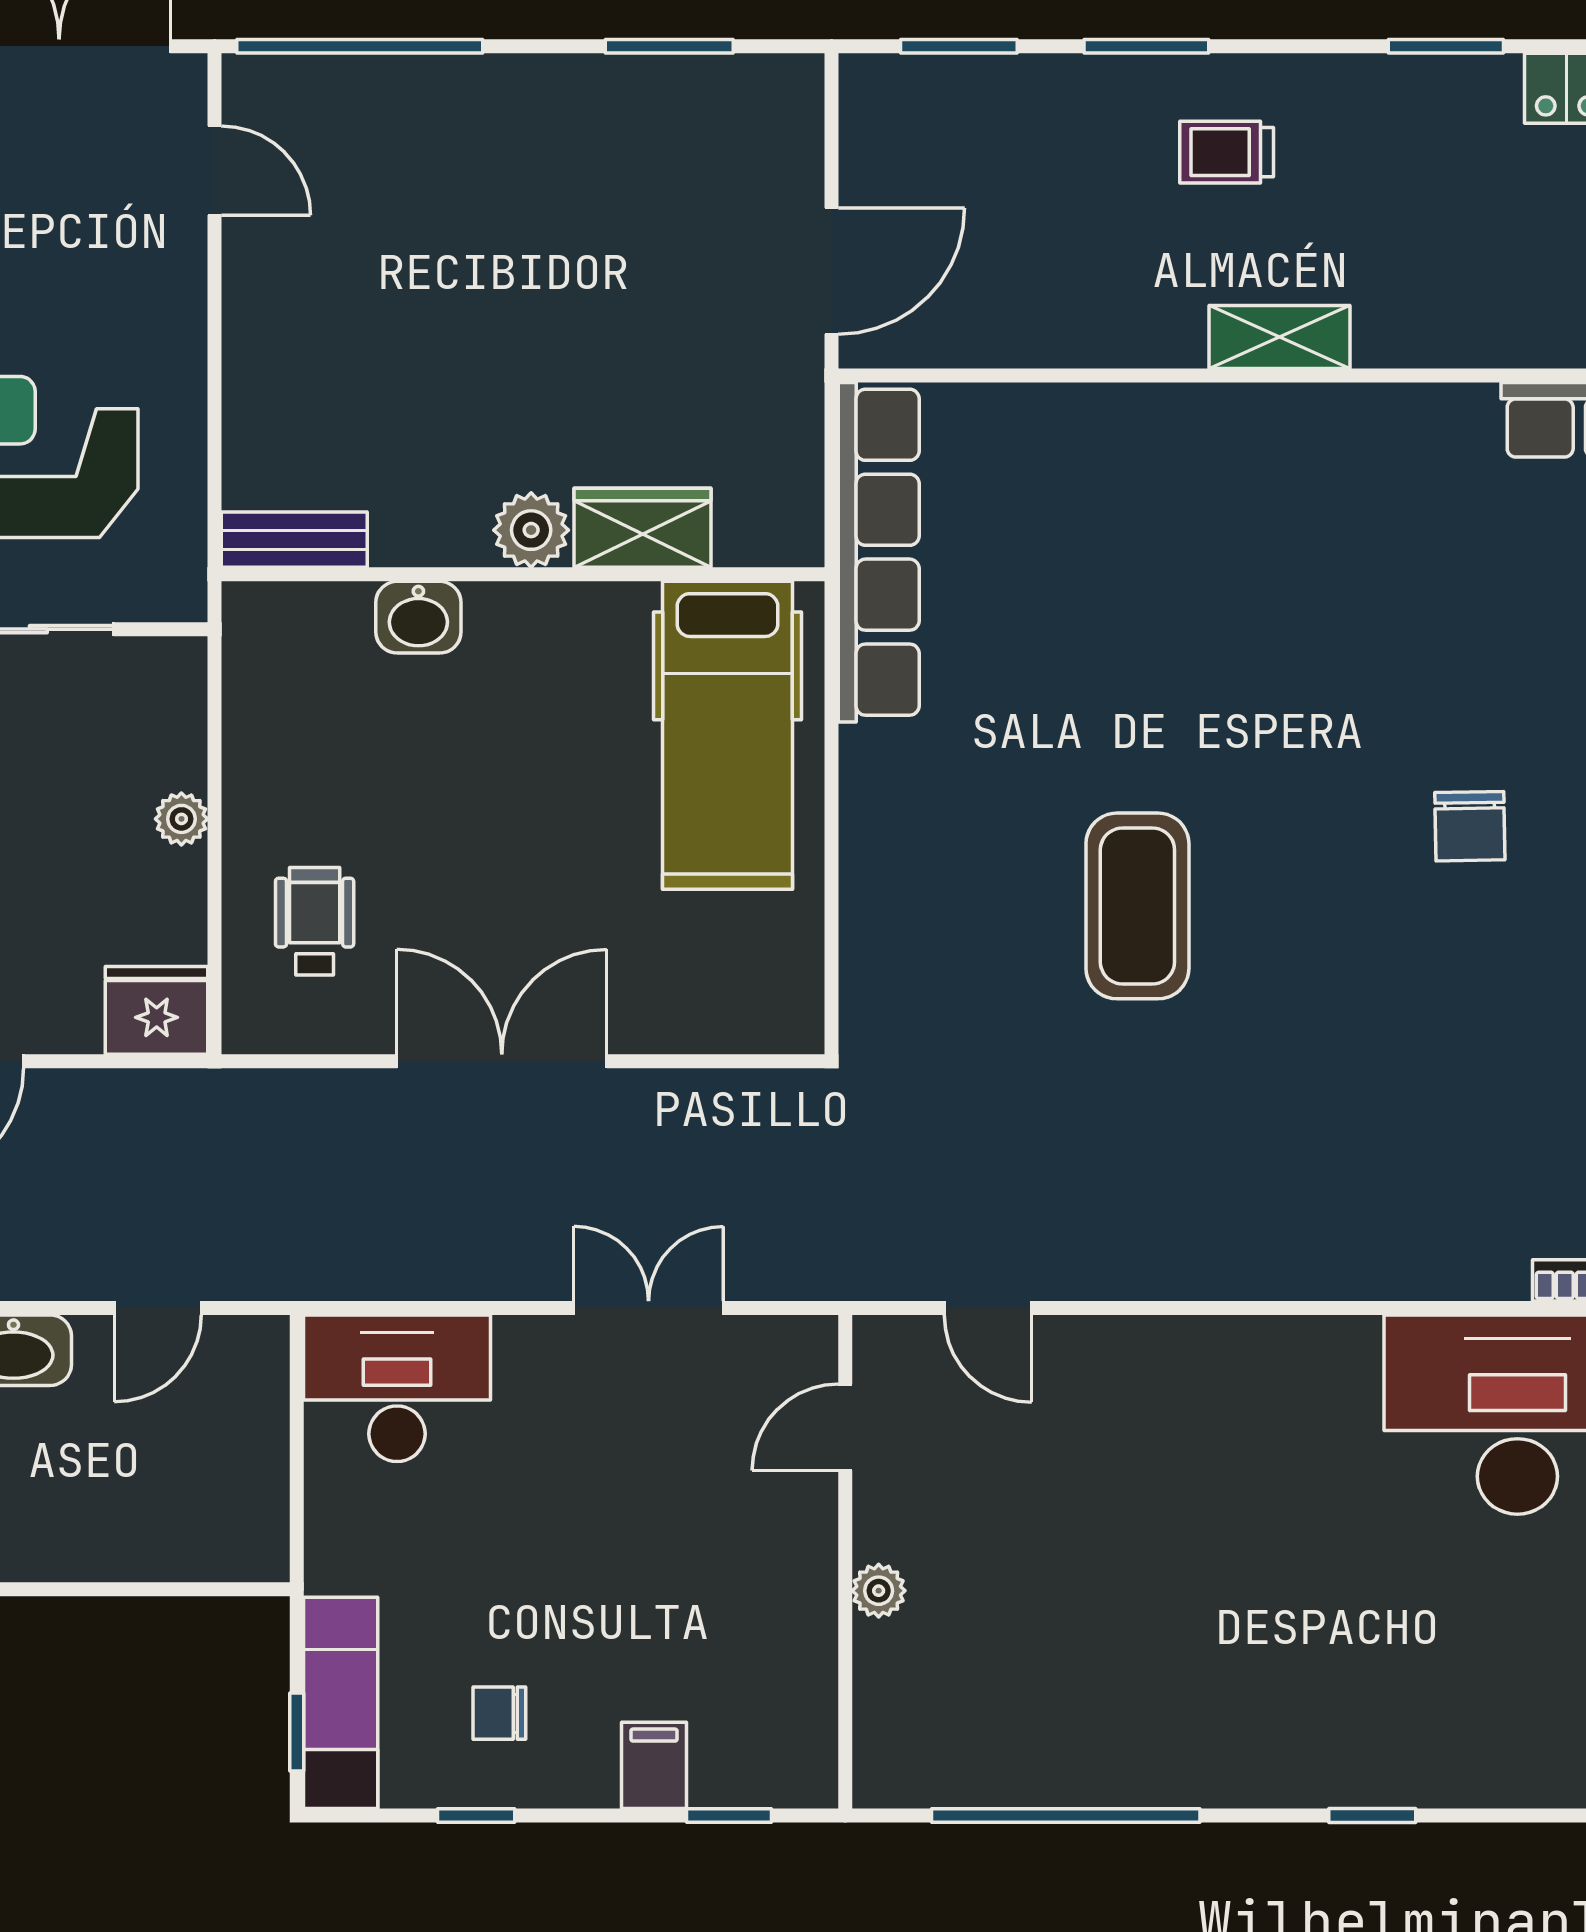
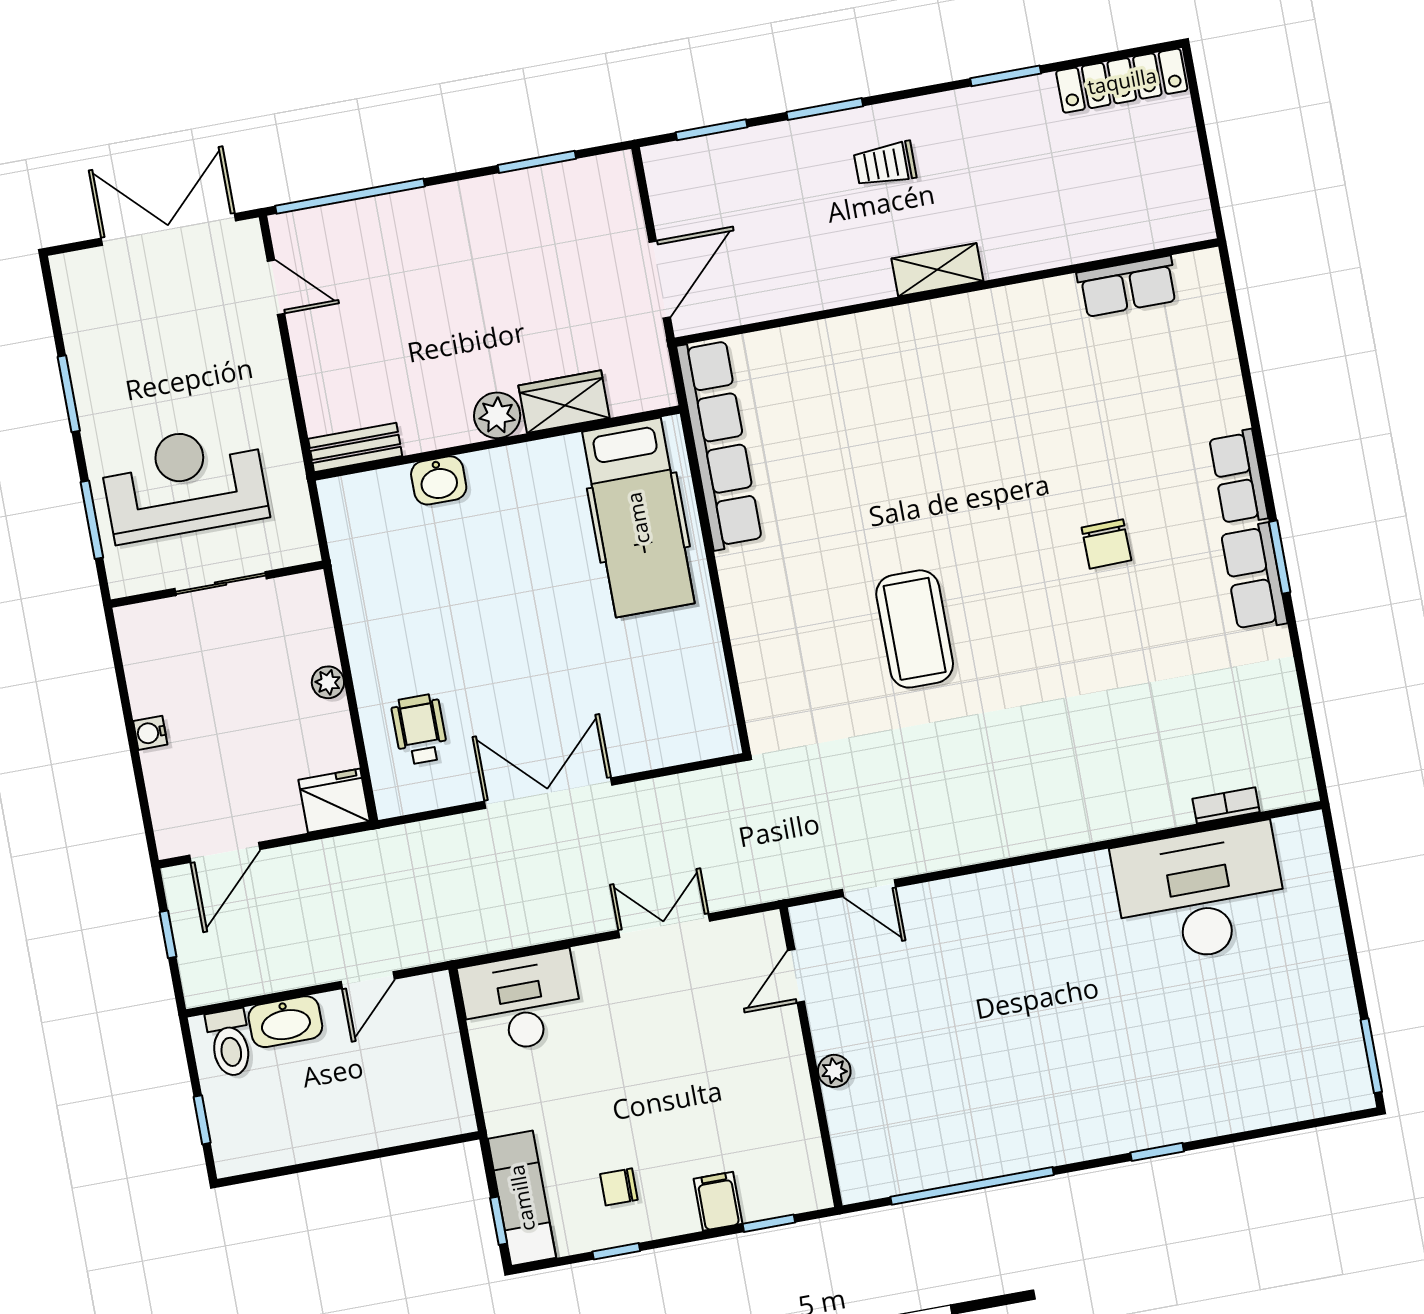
wardrobe: (642, 528) -> (564, 402), moved
plant: (531, 530) -> (497, 415), moved
bench: (294, 540) -> (355, 447), moved
wall: (523, 574) -> (497, 443), moved
washbasin: (418, 617) -> (439, 480), moved
hospital bed: (727, 735) -> (638, 518), moved

